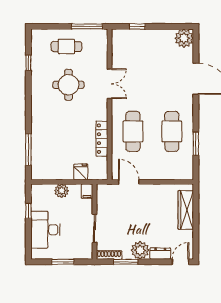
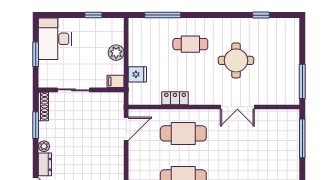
window: (137, 26) -> (302, 138), width x2.17
cafe table: (66, 47) -> (190, 44), moved, turned 90
locker: (102, 139) -> (175, 98), width x0.66
desk: (45, 230) -> (55, 39), moved, turned -90
plant: (140, 250) -> (44, 146), width x0.53, depth x0.53

